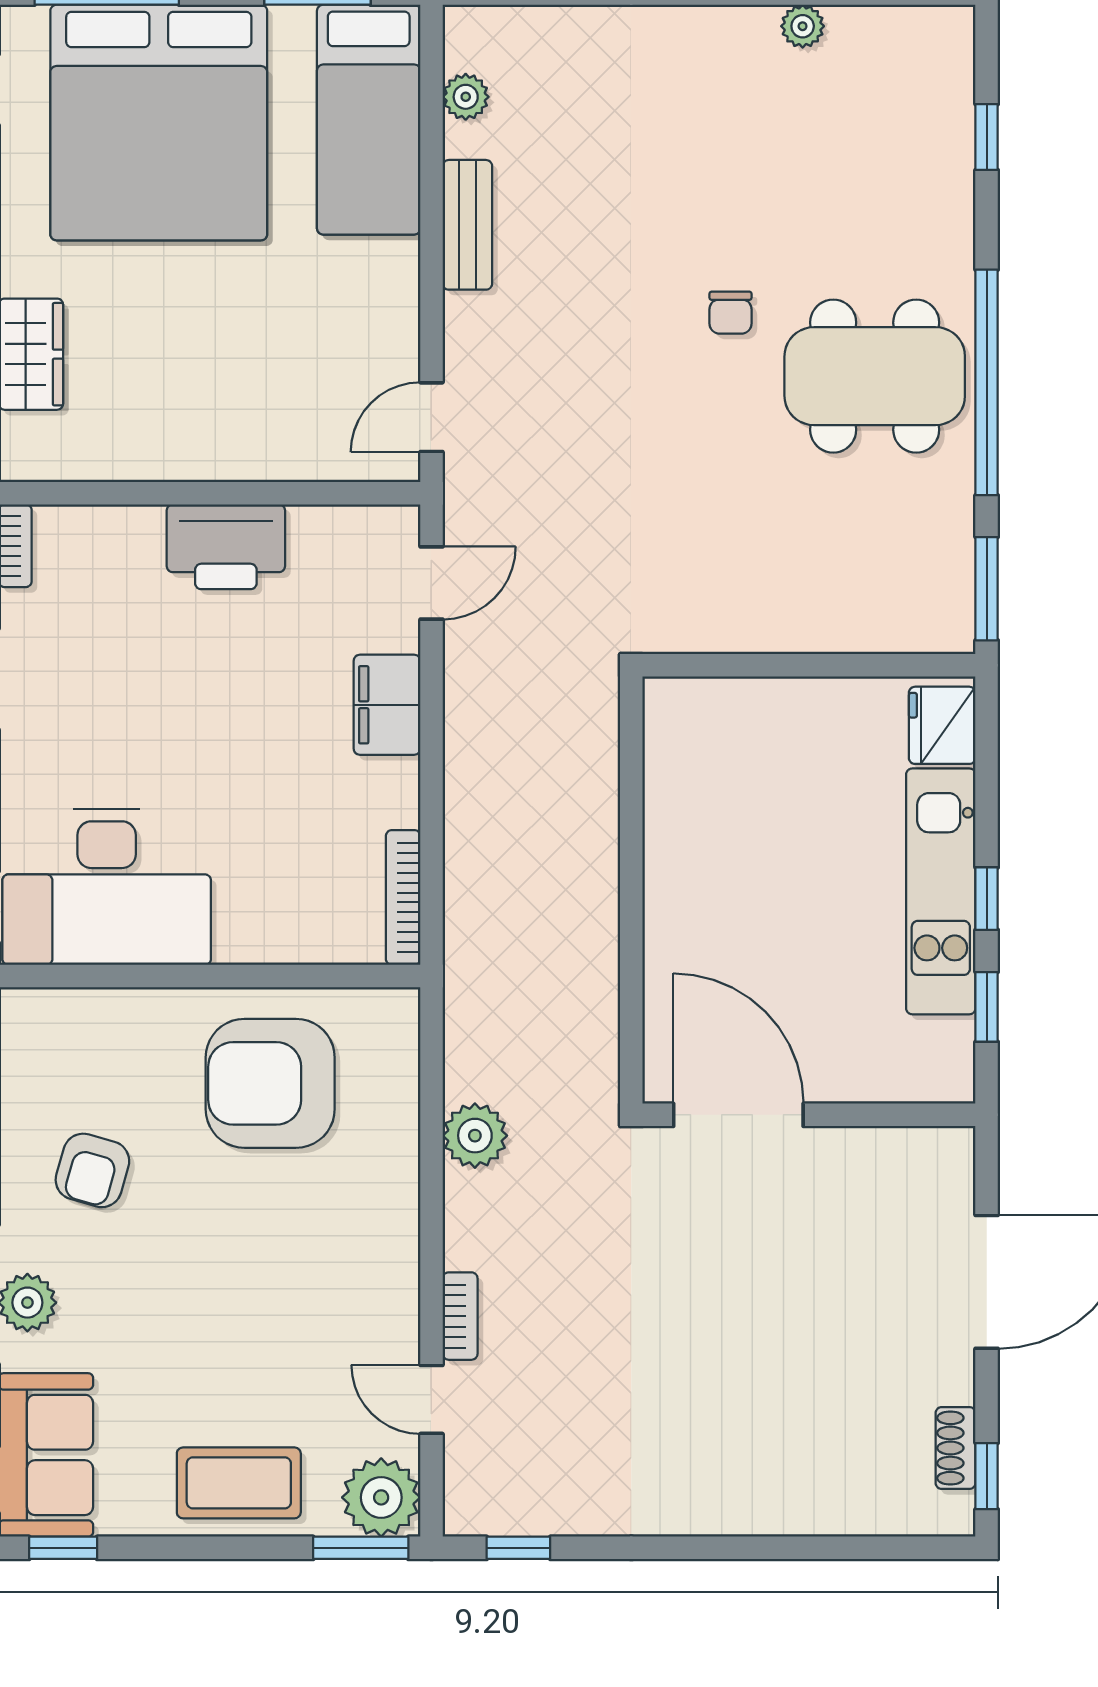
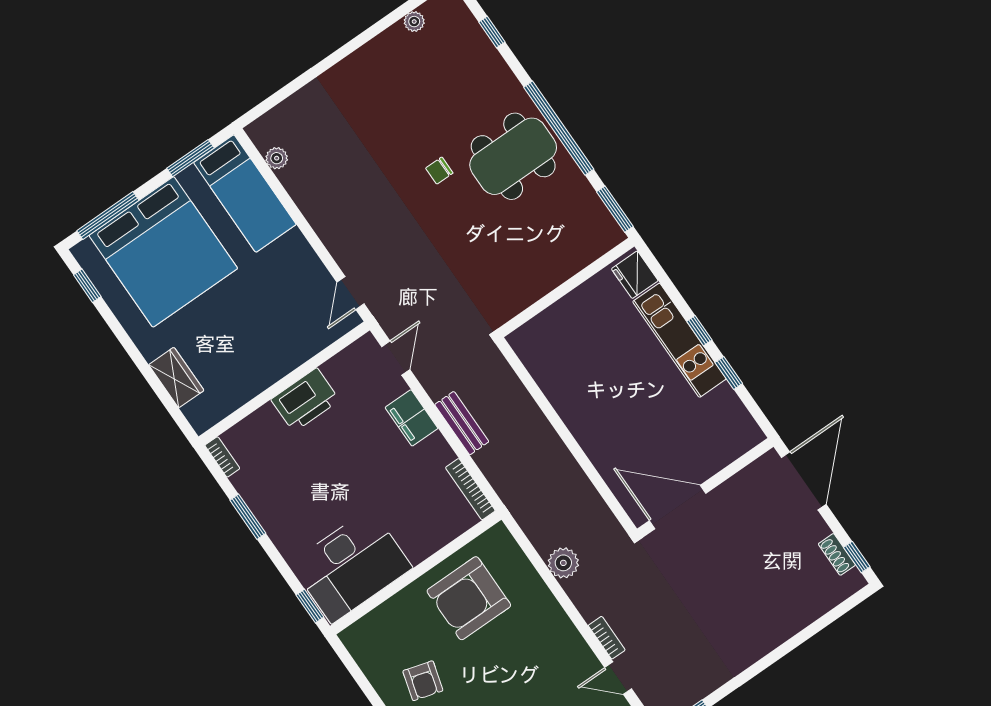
plant: (803, 26) -> (414, 22), moved
bench: (467, 225) -> (462, 423), moved
chair: (730, 313) -> (439, 171), turned 90
door: (738, 1115) -> (678, 507), moved
wall: (809, 1115) -> (705, 488), moved

